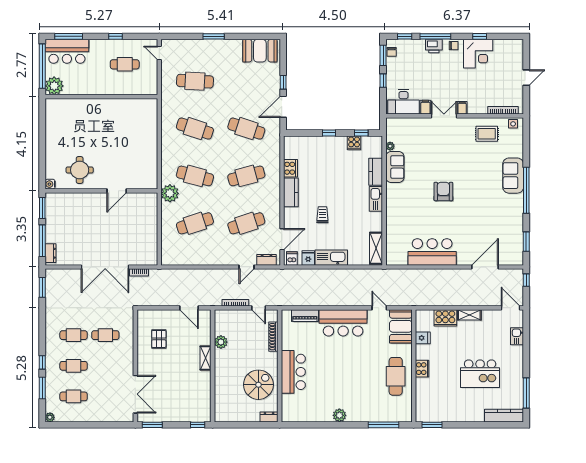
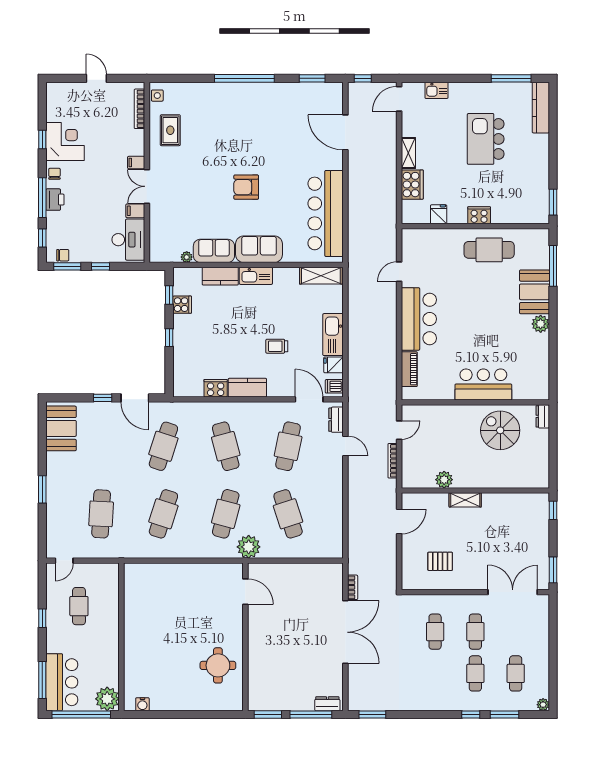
sofa: (513, 176) -> (259, 249), moved, turned 180
water cooler: (50, 184) -> (142, 704), moved
door: (117, 191) -> (245, 592), moved
cafe table: (246, 223) -> (288, 446), turned 30
bar counter: (432, 252) -> (326, 213), width x1.36
booth: (401, 326) -> (534, 292), moved, turned 90
cafe table: (74, 335) -> (475, 632), moved
shoe rack: (273, 337) -> (437, 411), removed
kitchen island: (480, 374) -> (486, 139), turned 180

